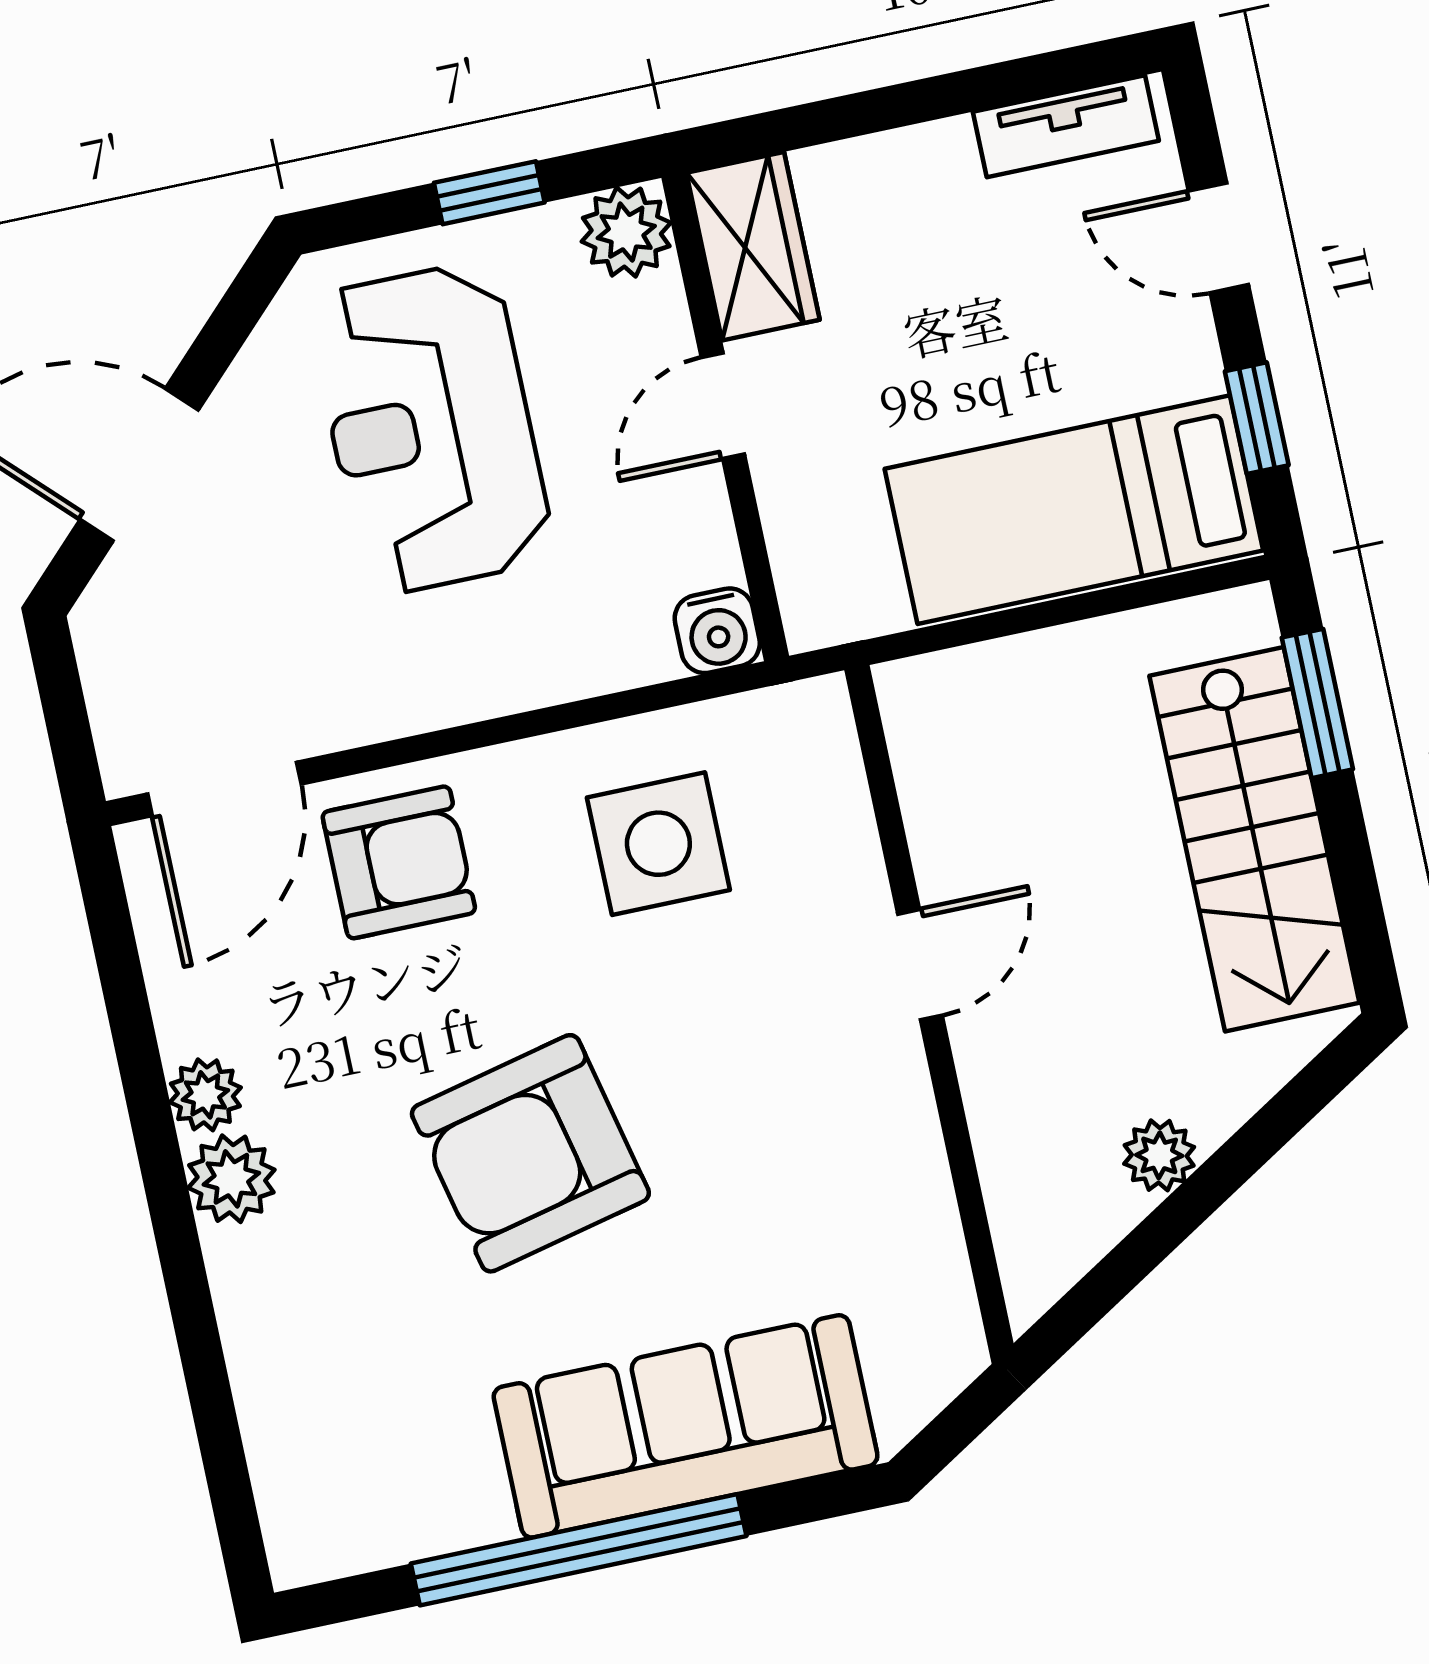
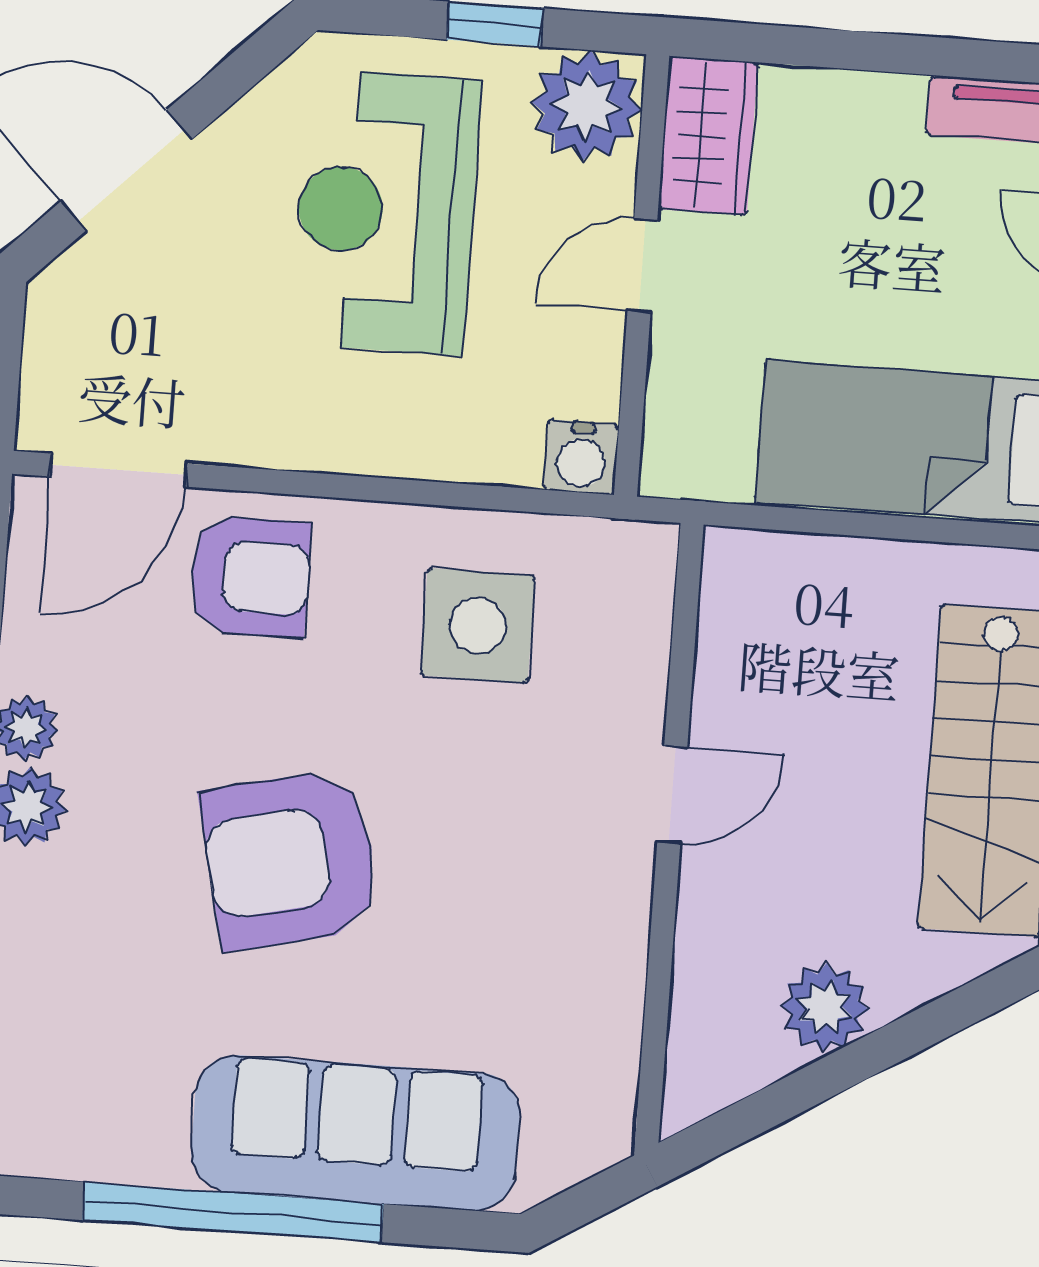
plant: (626, 232) -> (587, 106), width x1.36, depth x1.36
plant: (1159, 1155) -> (825, 1007), width x1.38, depth x1.38

